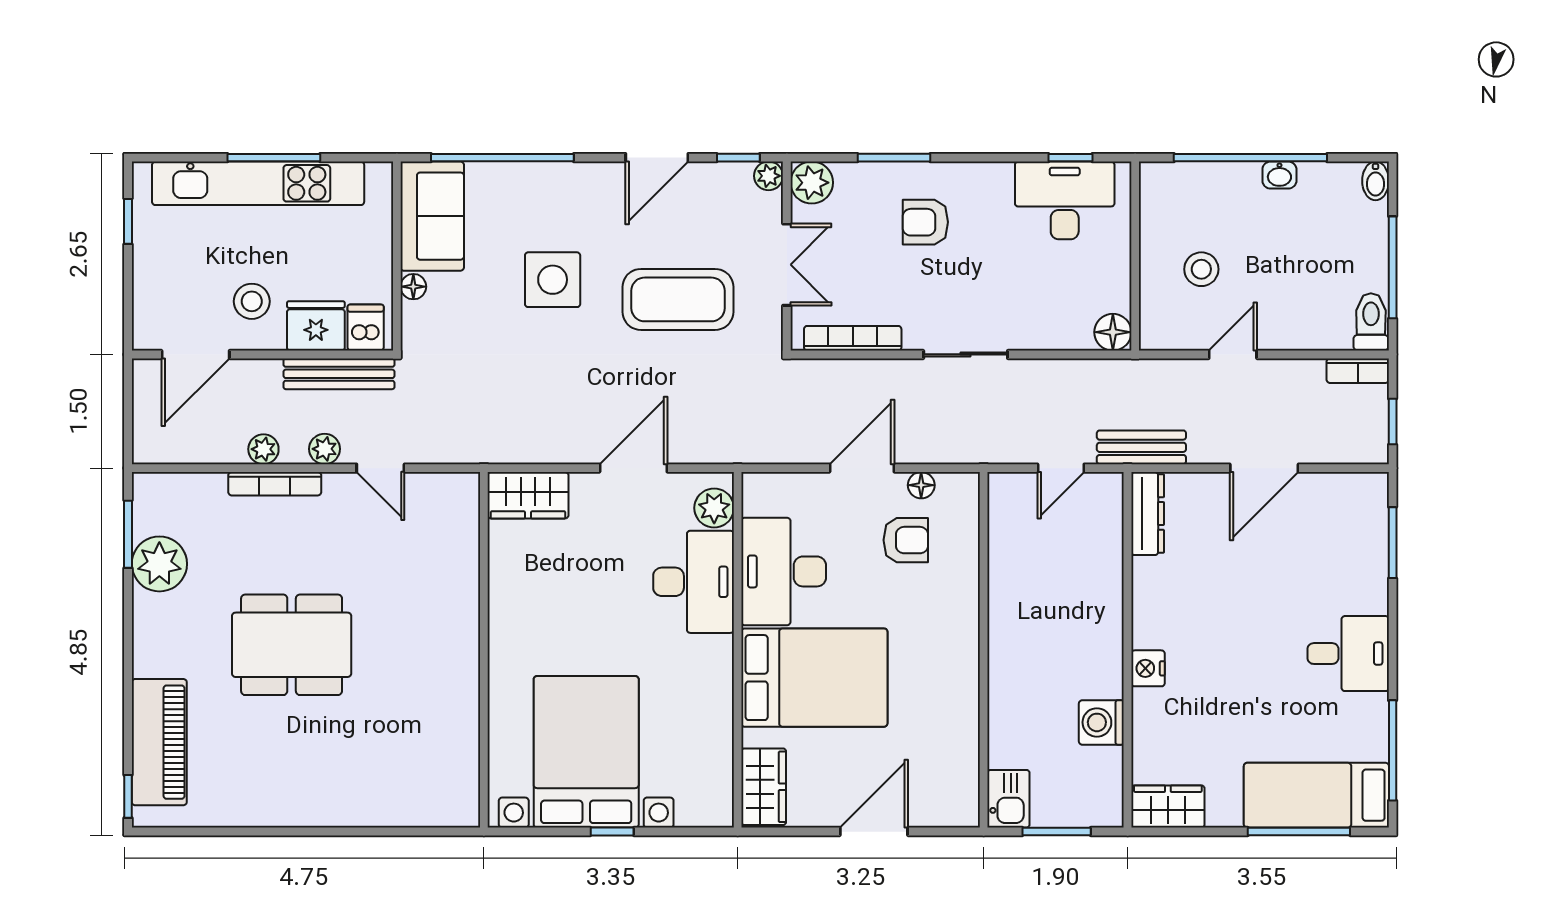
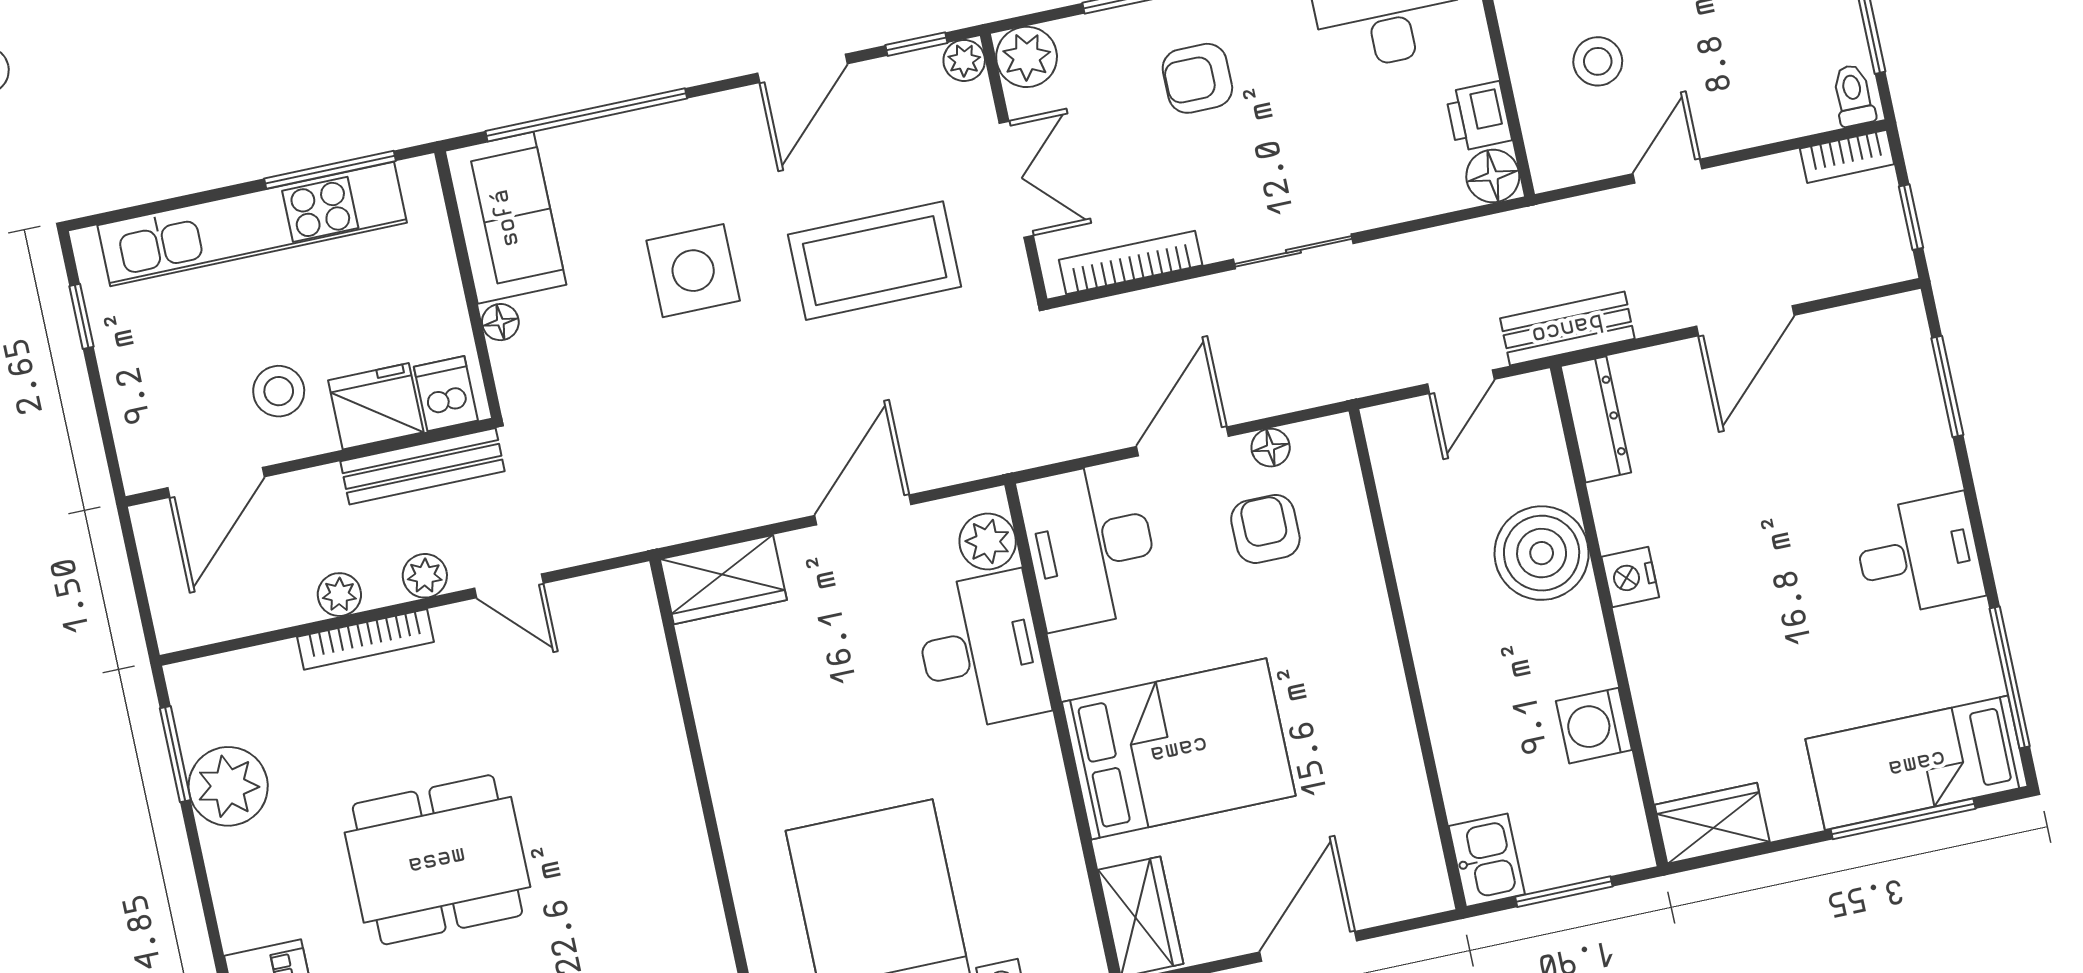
window: (274, 158) -> (330, 170), moved
printer: (1112, 289) -> (1479, 116), added
toilet: (1371, 322) -> (1853, 95), width x0.73, depth x0.72
armchair: (906, 540) -> (1265, 529), turned -90
desk: (784, 571) -> (1090, 546), moved
boiler: (1091, 597) -> (1542, 553), added
nightstand: (1148, 668) -> (1630, 577), moved

